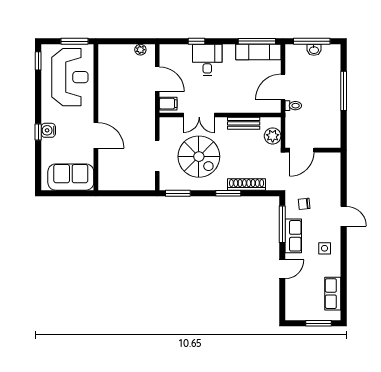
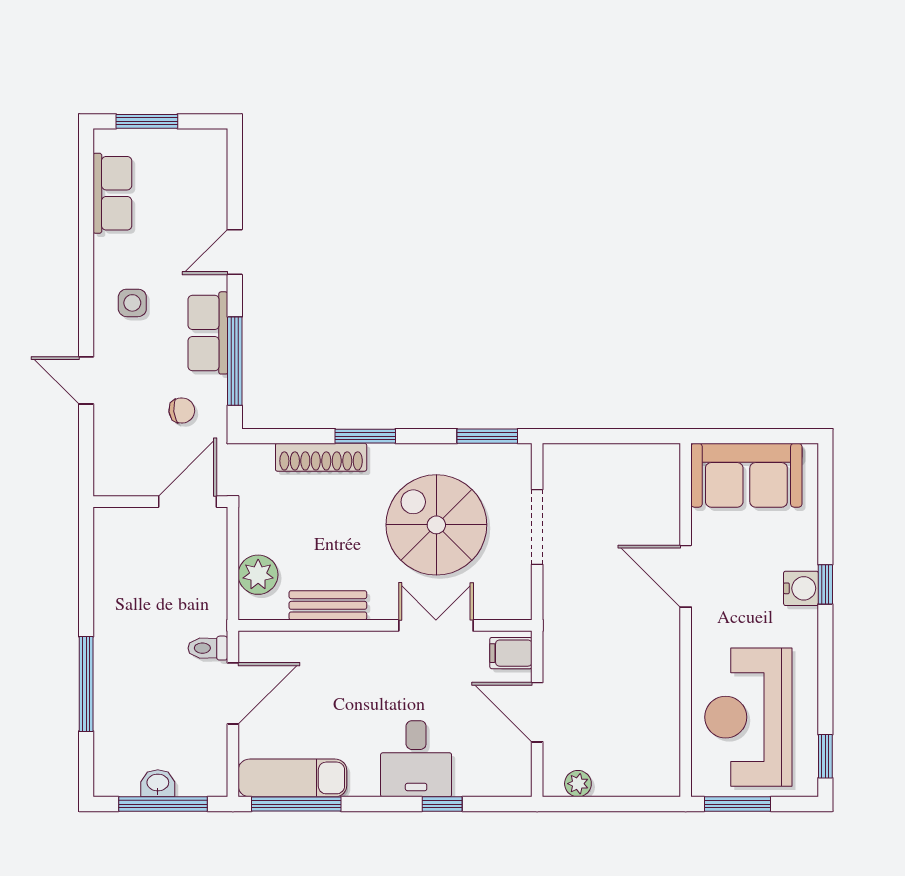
door: (302, 150) -> (187, 502), moved
wall: (313, 150) -> (160, 502), moved

